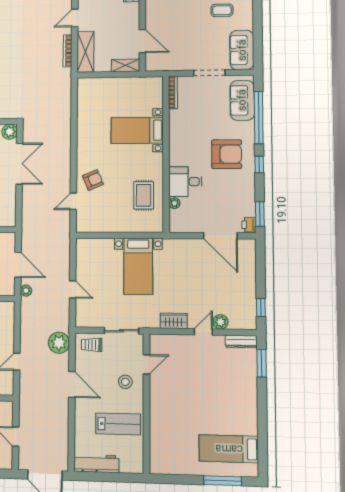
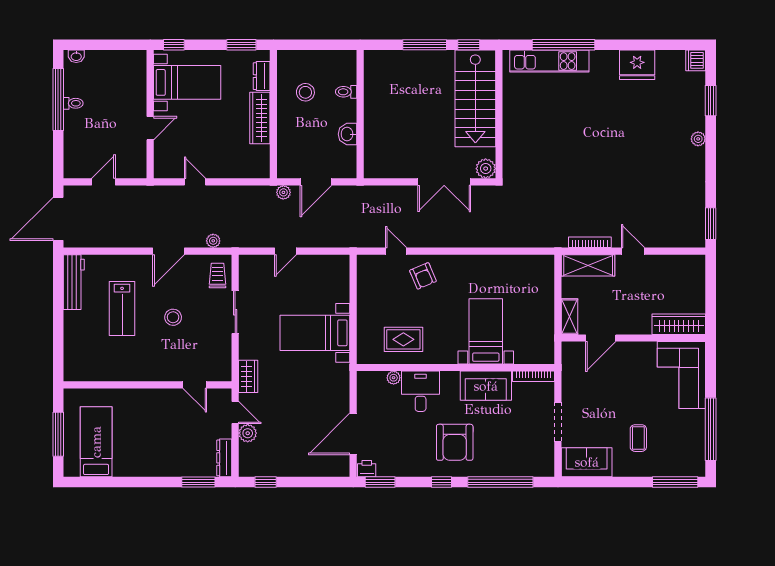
sofa: (242, 100) -> (486, 386), moved, turned 180
plant: (59, 343) -> (213, 241), width x0.53, depth x0.53
door: (147, 364) -> (195, 385), moved
wall: (147, 403) -> (148, 385), moved

